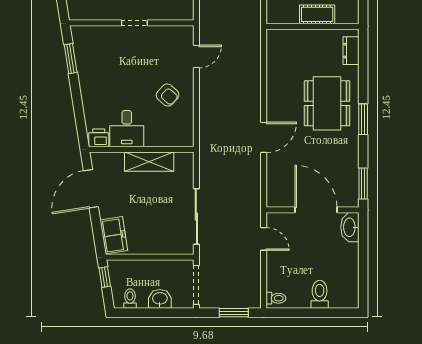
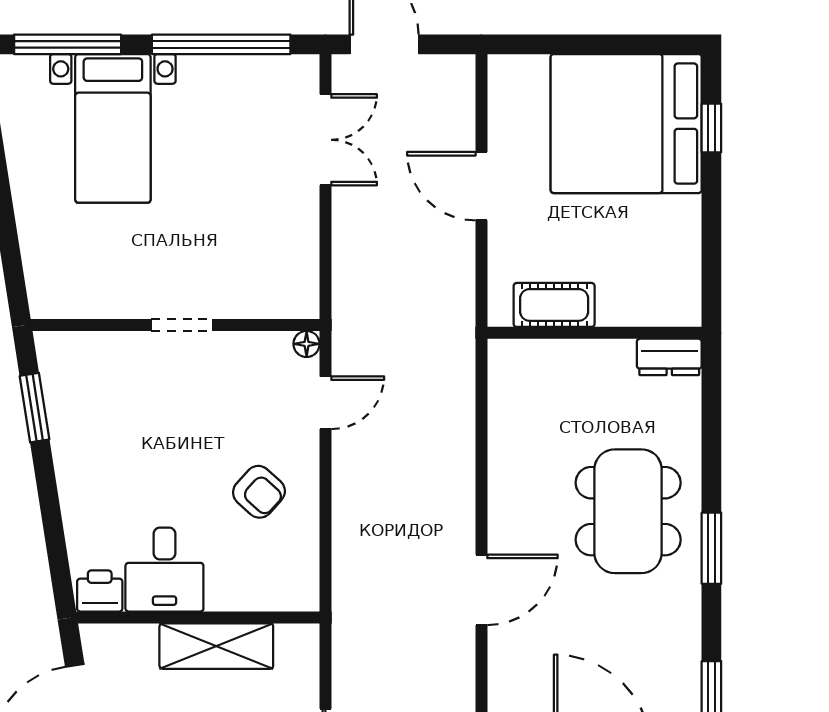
cot: (317, 14) -> (554, 305), moved
floor lamp: (188, 31) -> (307, 344), added
dresser: (351, 51) -> (669, 357), moved, turned -90

